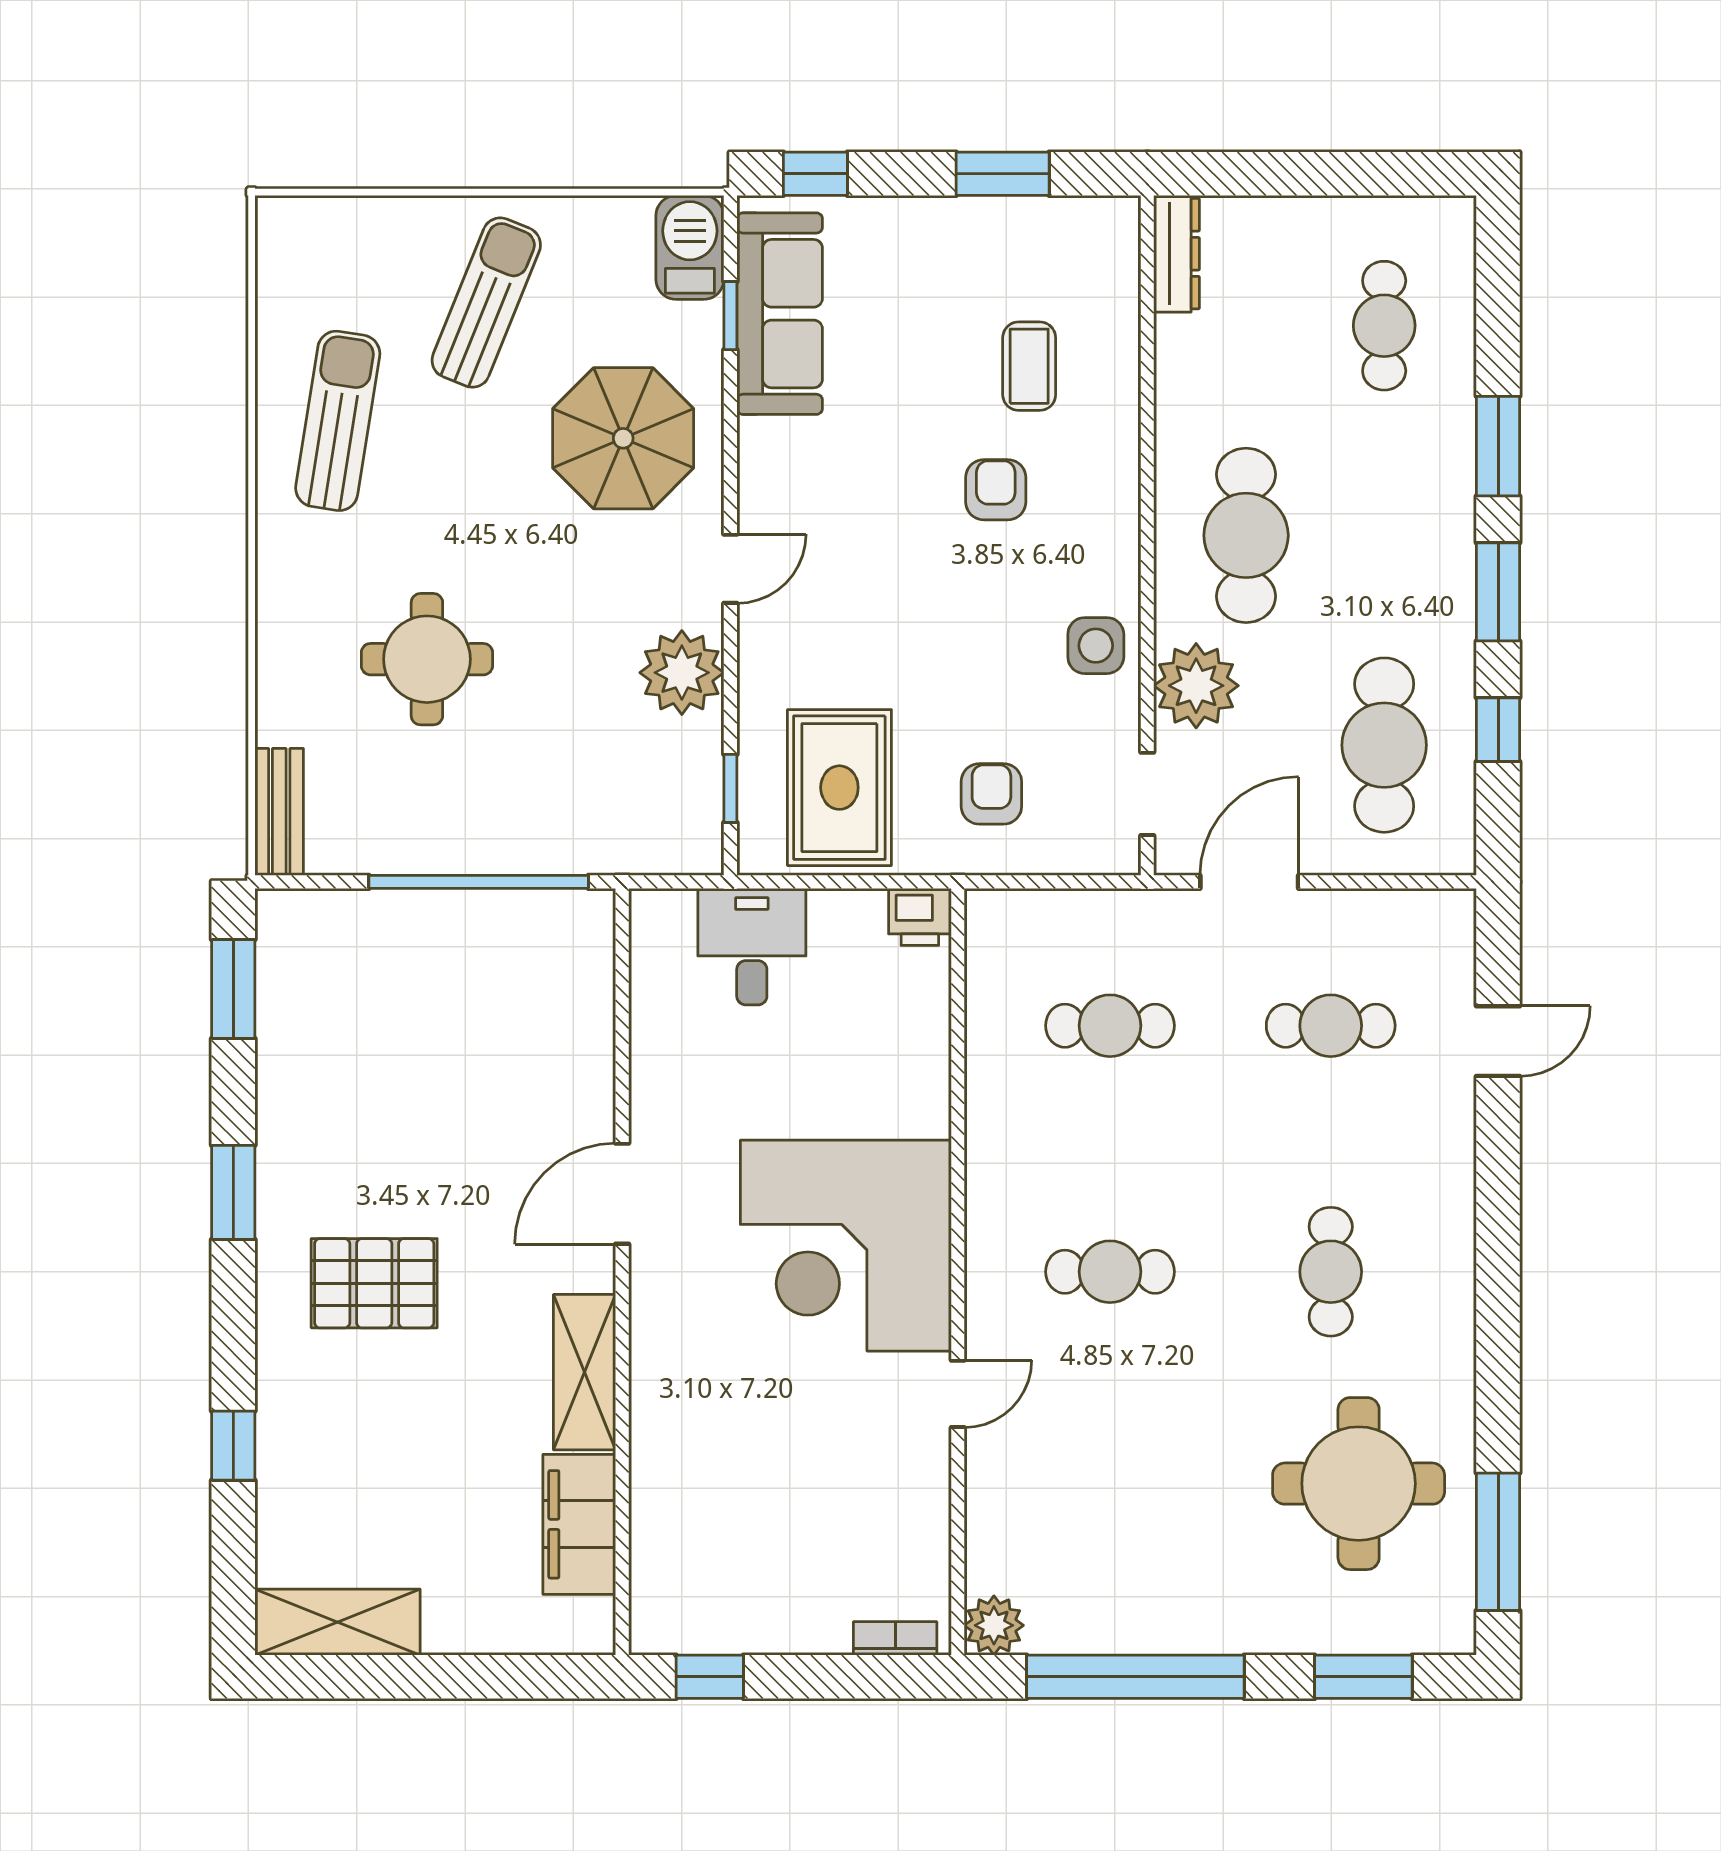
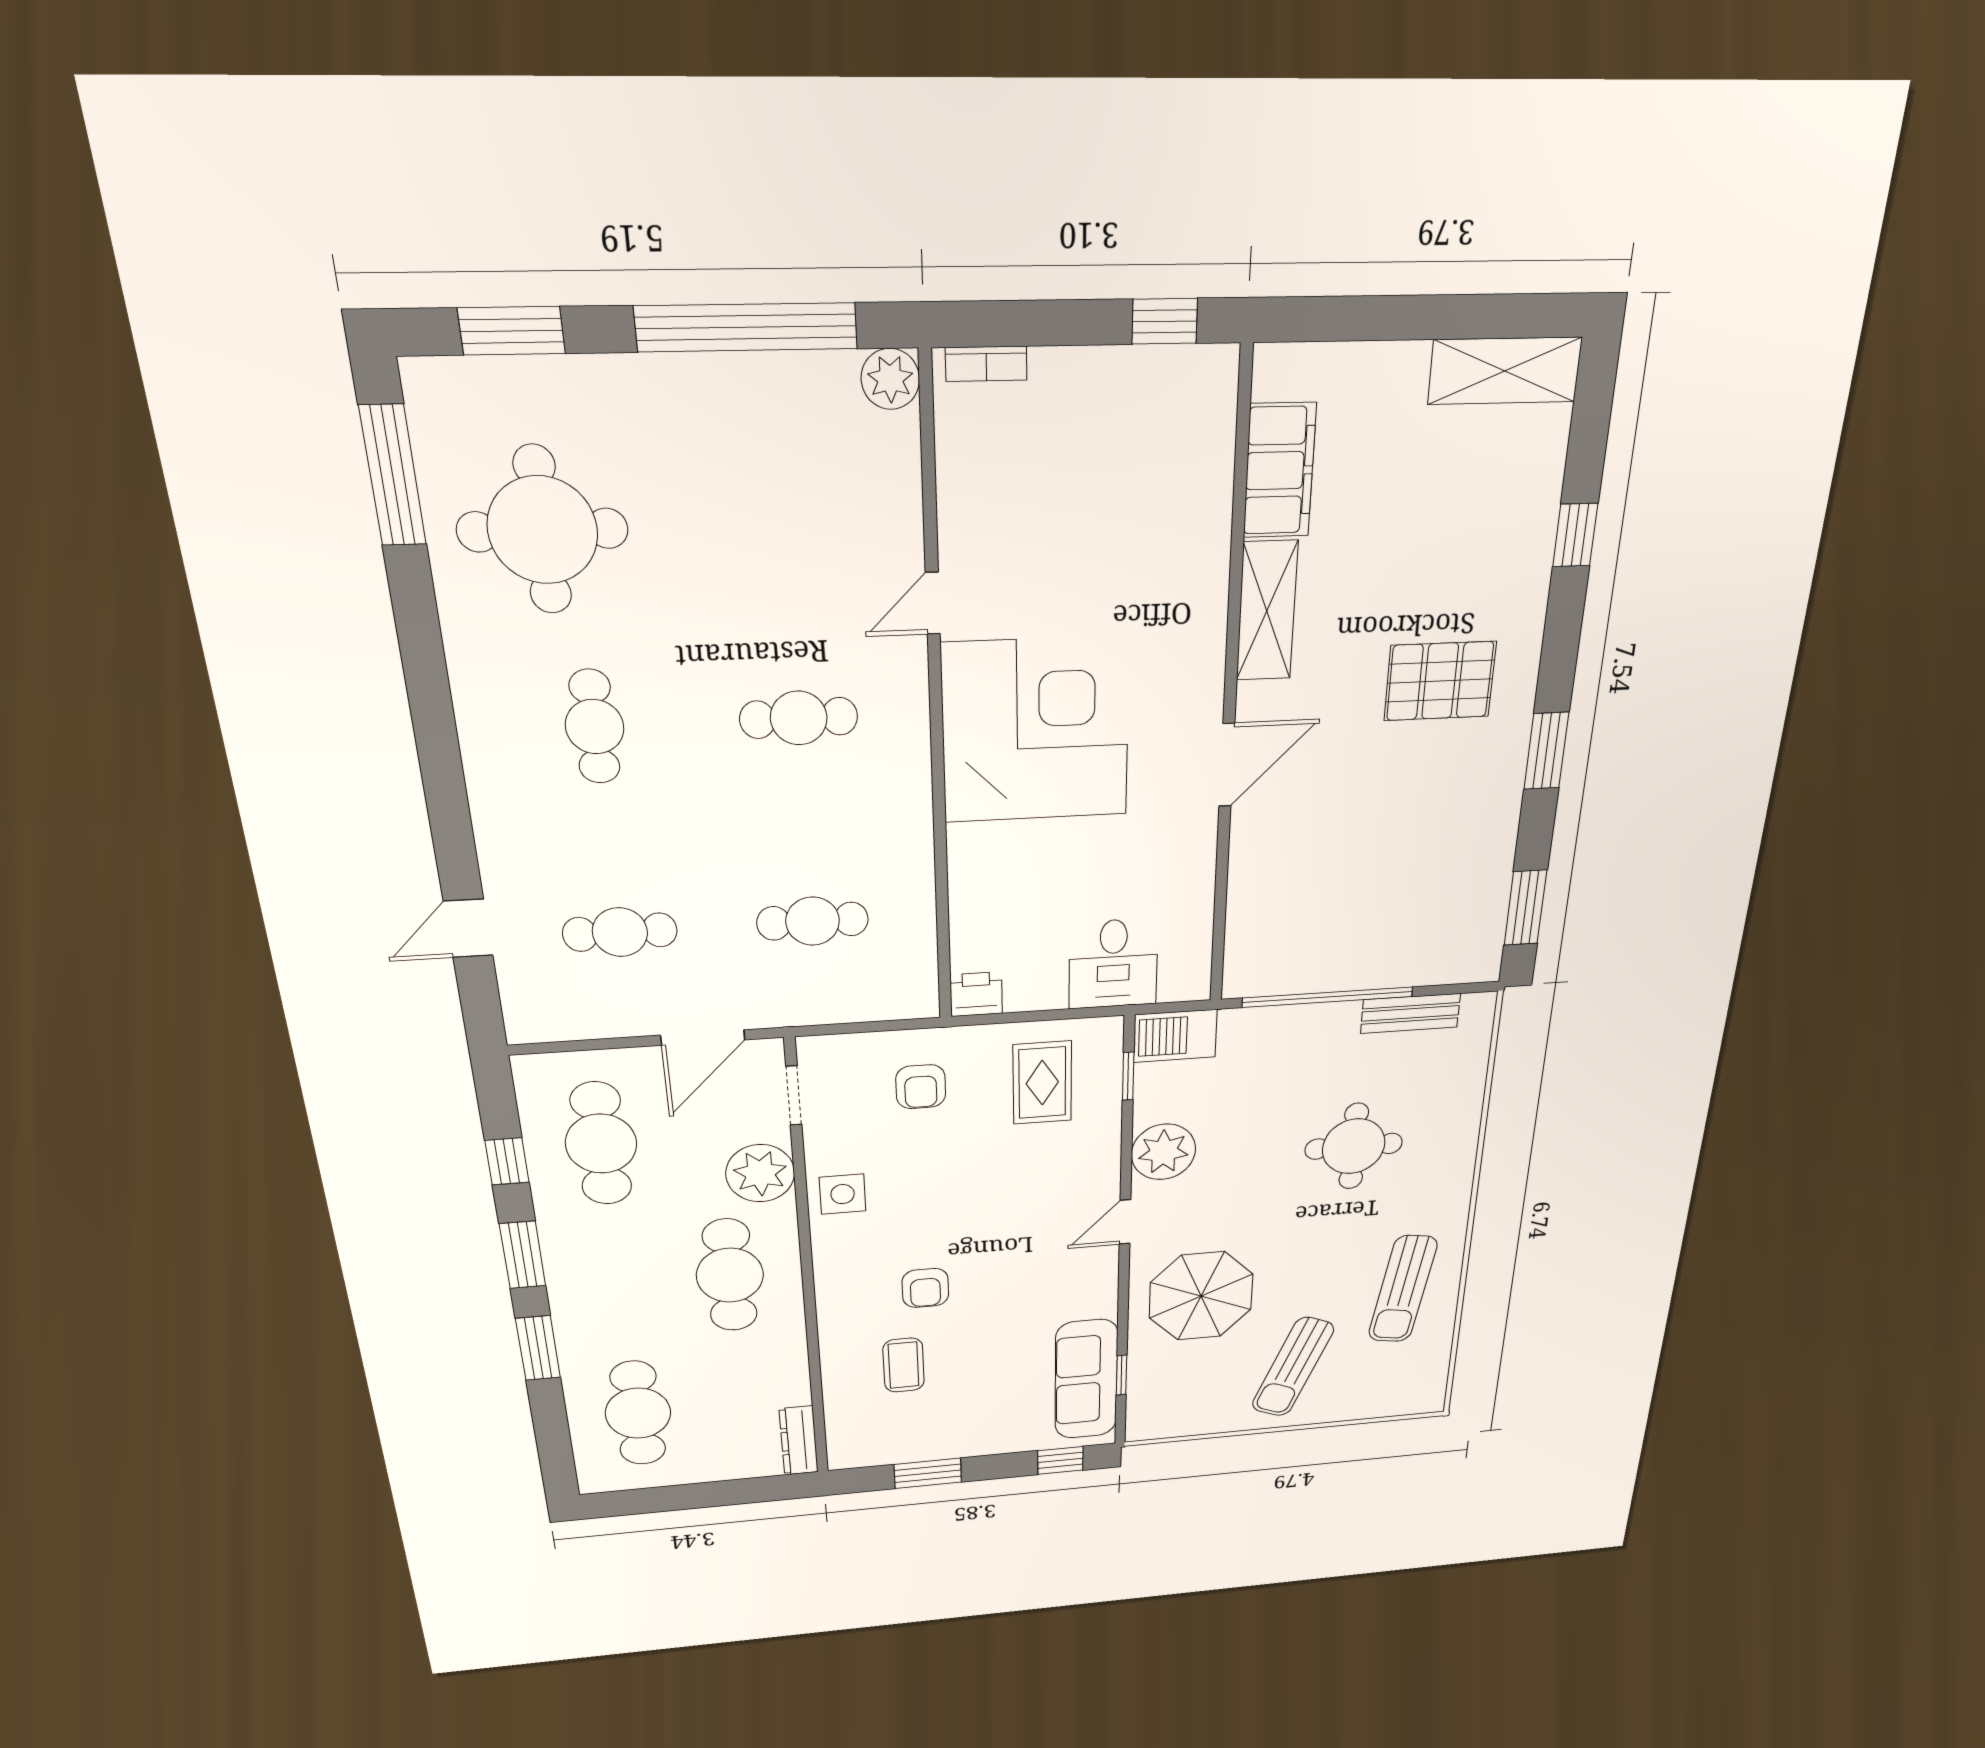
barbecue: (690, 247) -> (1175, 1036), moved, turned 90
cafe table: (1384, 326) -> (638, 1413), width x1.37, depth x1.35
rug: (839, 788) -> (1042, 1083), width x0.73, depth x0.70
bench: (279, 812) -> (1411, 1013), moved, turned 90

